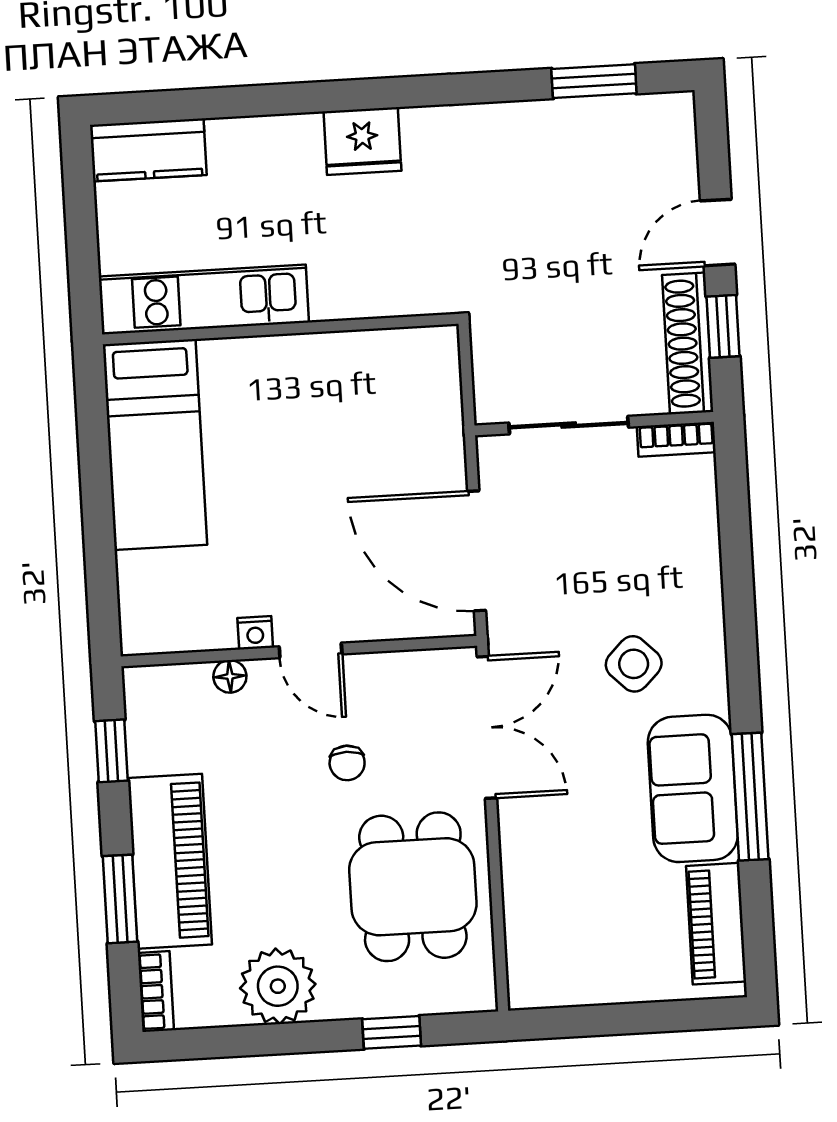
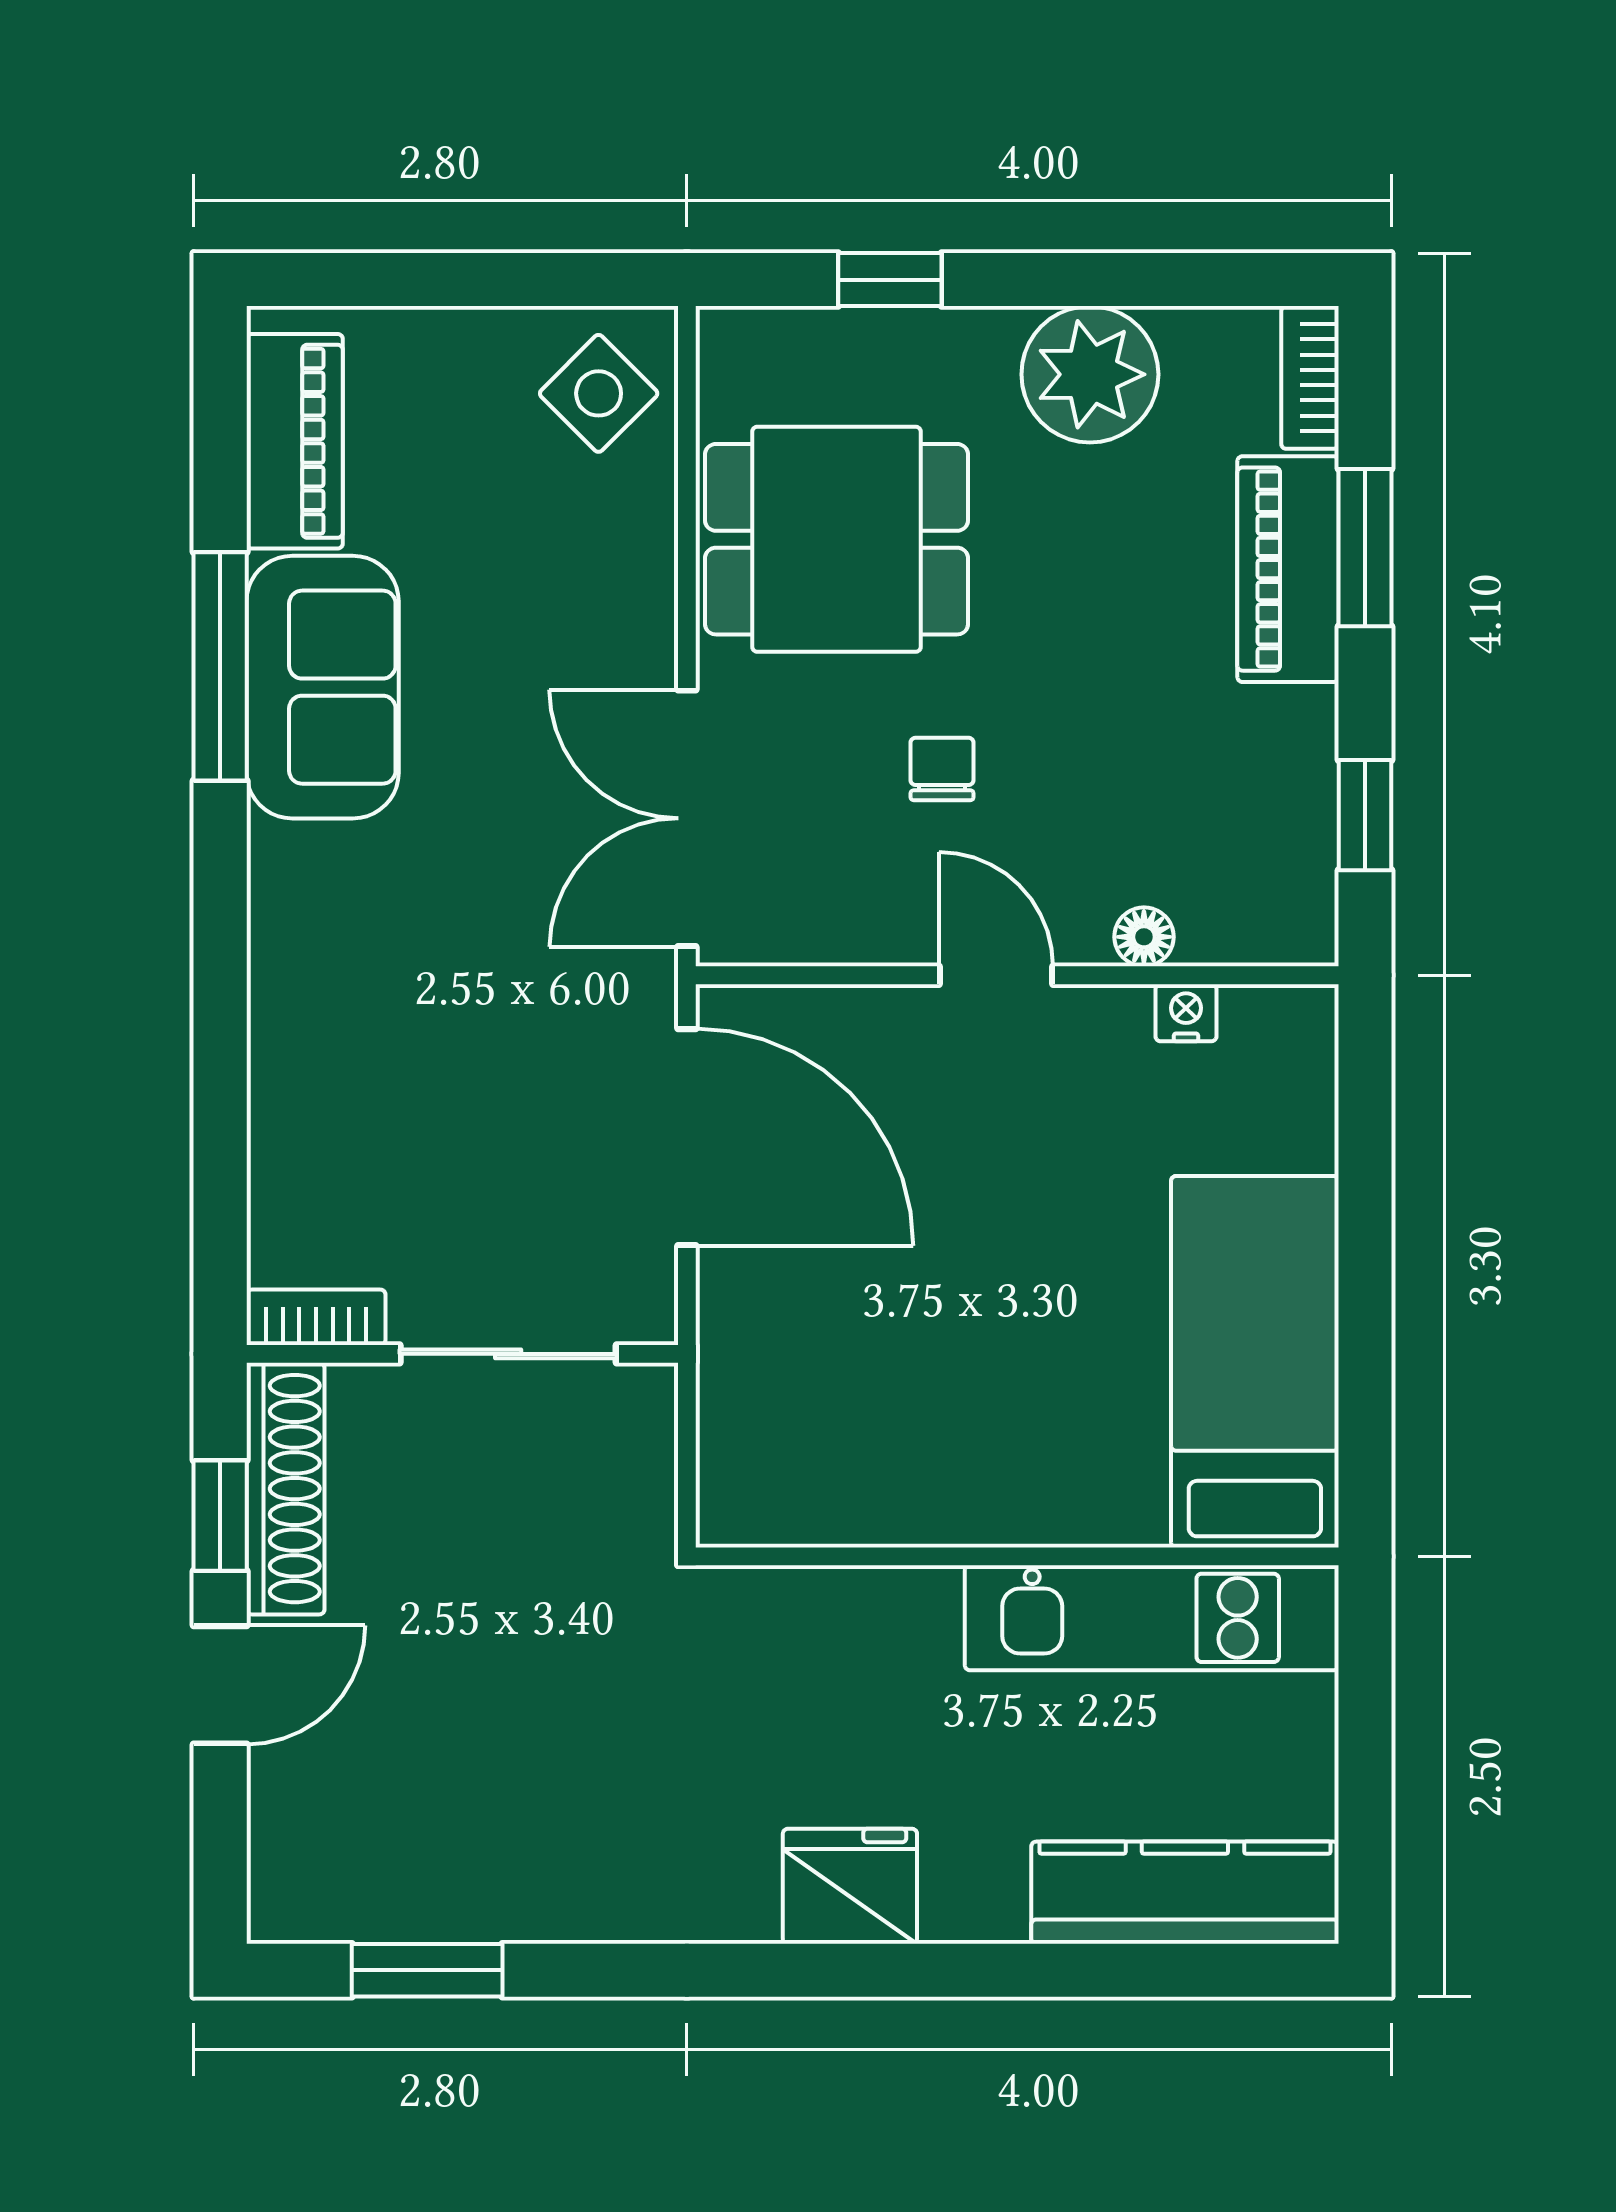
kitchen counter: (148, 150) -> (1185, 1893), width x1.50
nightstand: (255, 633) -> (1186, 1013), moved
side table: (634, 664) -> (599, 393), moved
piano: (170, 861) -> (1288, 569), width x0.73, depth x0.75
dining table: (413, 887) -> (836, 539), turned 90

